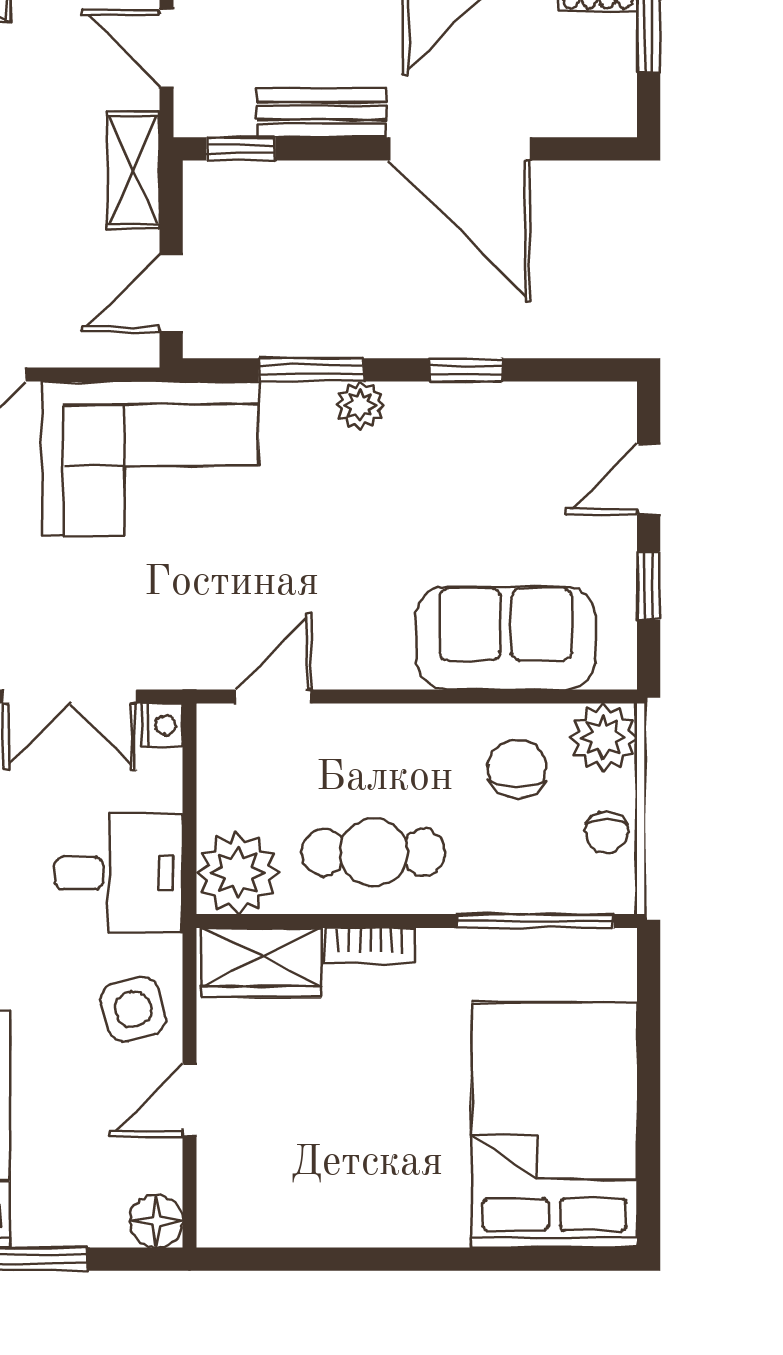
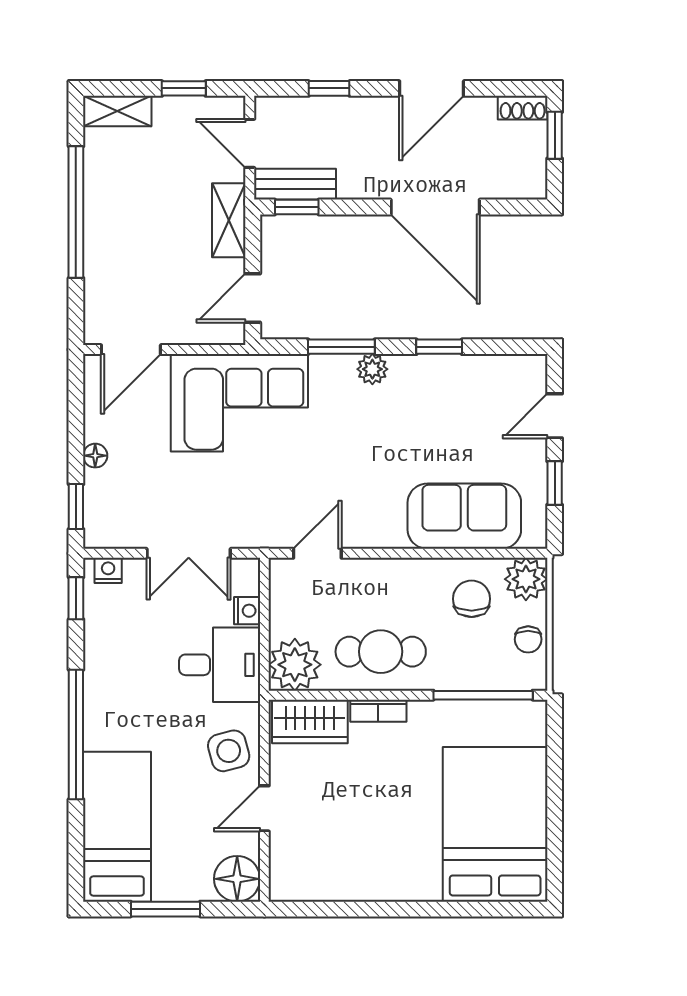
bench: (321, 113) -> (295, 184), moved
nightstand: (162, 725) -> (247, 611), moved
floor lamp: (156, 1221) -> (237, 879), width x1.38, depth x1.38

